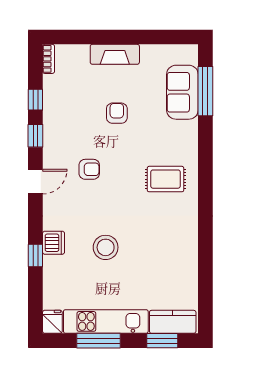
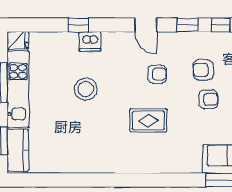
armchair: (85, 119) -> (203, 70), added
armchair: (89, 169) -> (157, 74), turned -90
rug: (166, 179) -> (148, 120), moved, turned 90

